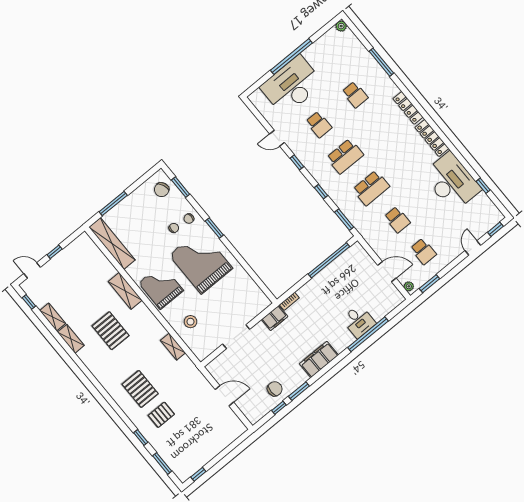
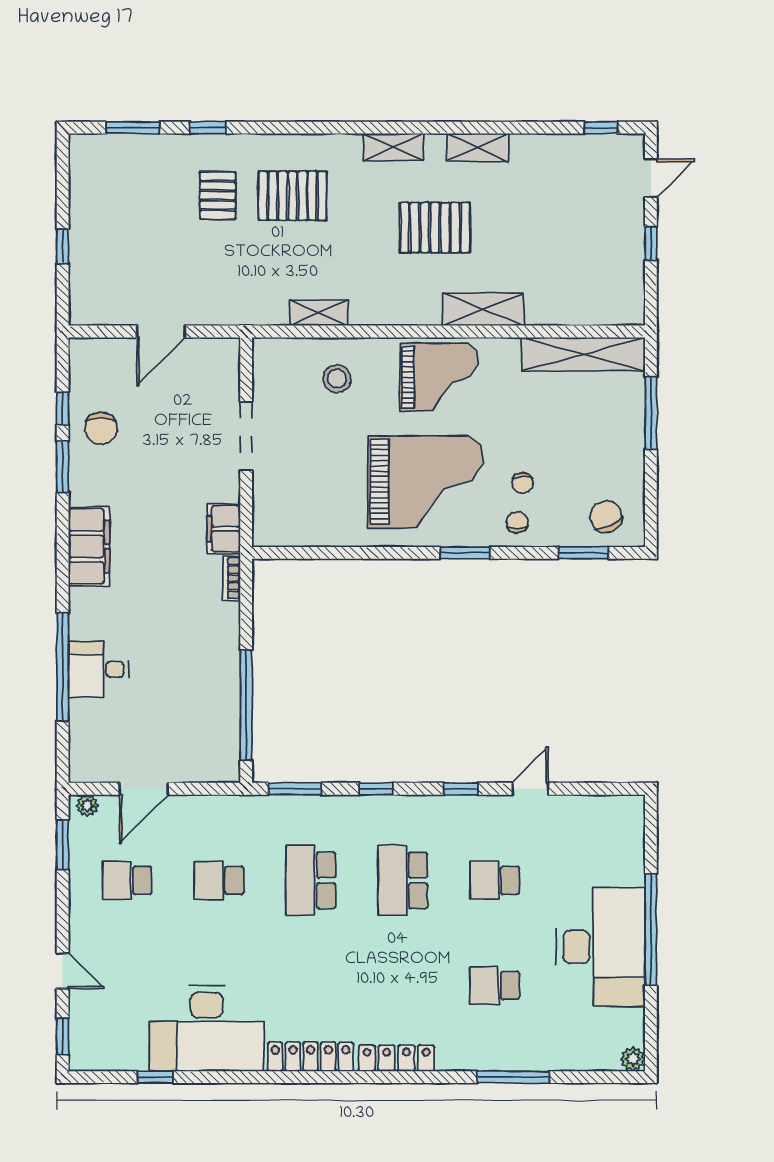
desk: (292, 85) -> (601, 947), moved
shelving: (53, 317) -> (393, 147), moved
window: (198, 474) -> (63, 246), moved

